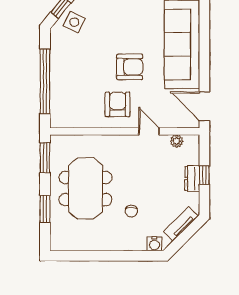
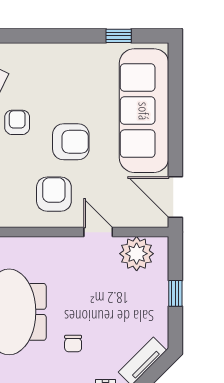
armchair: (91, 53) -> (17, 122), added
plant: (177, 141) -> (137, 254), width x1.88, depth x1.88
dresser: (192, 178) -> (158, 298), removed

